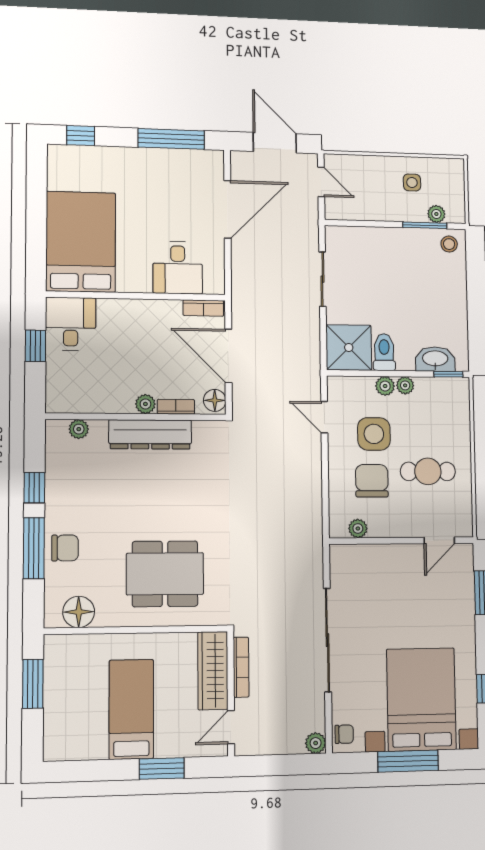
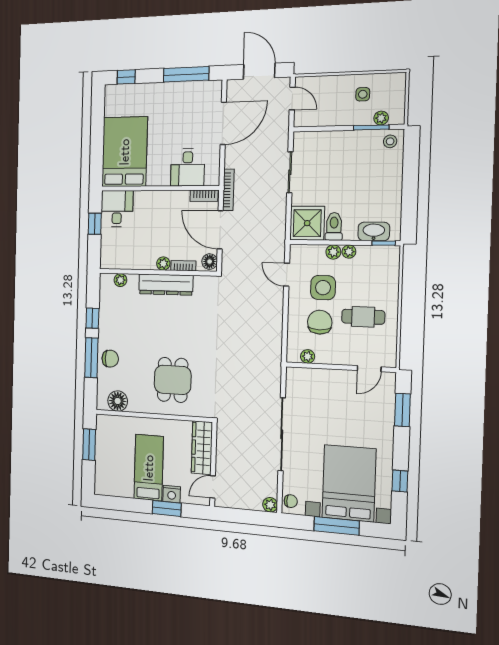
dining table: (165, 574) -> (173, 380), width x0.73
bookcase: (241, 667) -> (228, 190), moved
nightstand: (169, 746) -> (172, 494), added

